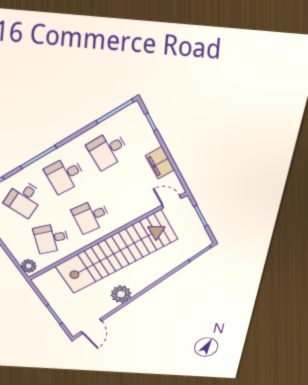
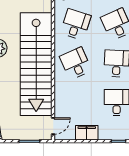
desk: (91, 216) -> (76, 63), turned -30

